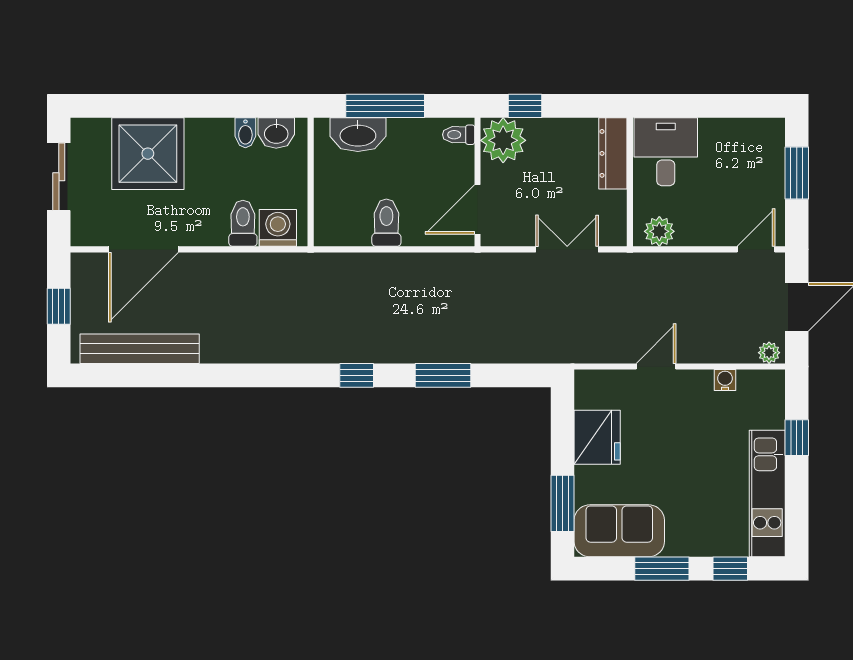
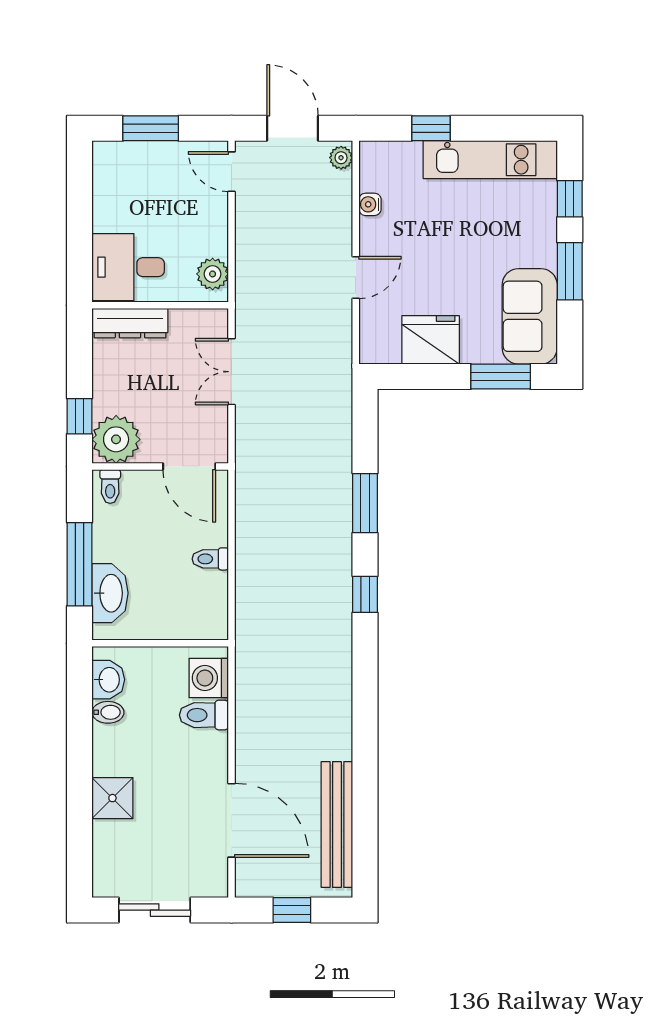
shower: (148, 154) -> (112, 798), width x0.54, depth x0.54
toilet: (386, 223) -> (210, 559), width x0.73, depth x0.72
door: (656, 367) -> (356, 277), swing flipped

